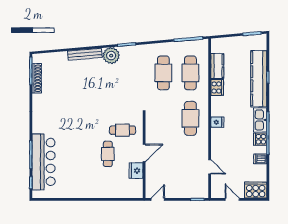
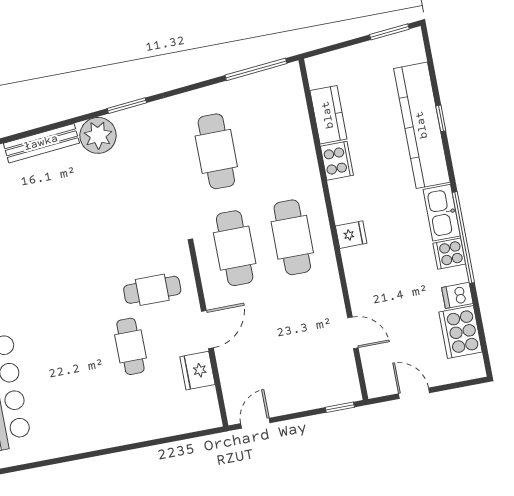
cafe table: (190, 73) -> (235, 248), moved
cooker: (256, 190) -> (461, 332), moved, turned -90

